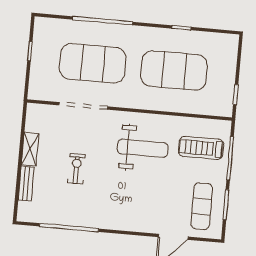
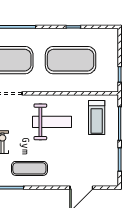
treadmill: (201, 148) -> (97, 118), turned -90
exercise mat: (202, 206) -> (29, 168), moved, turned 90

